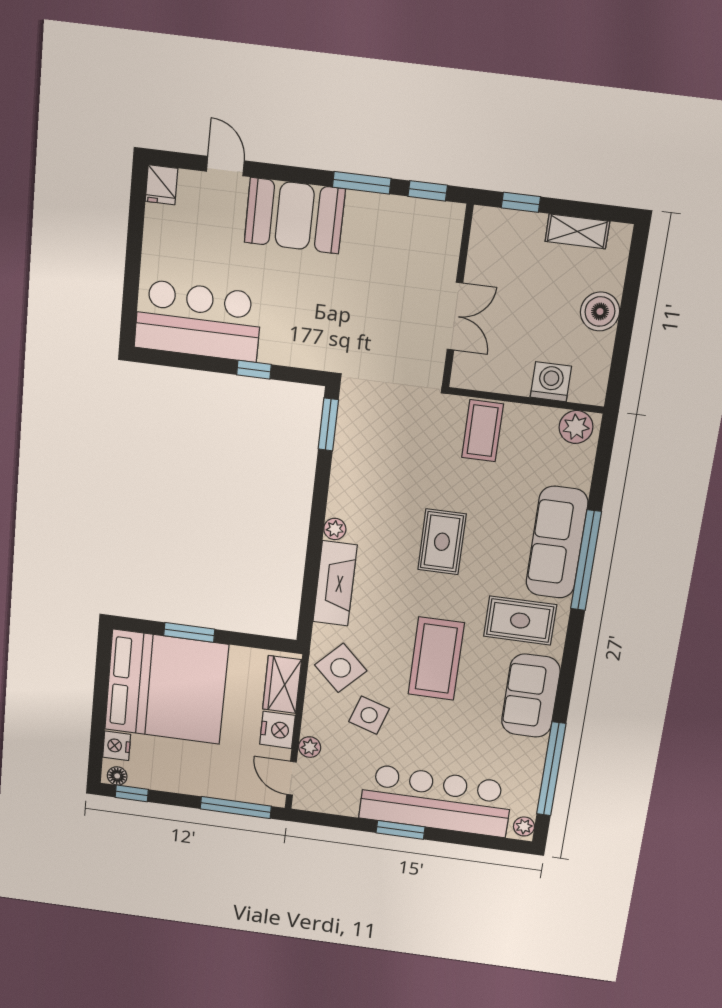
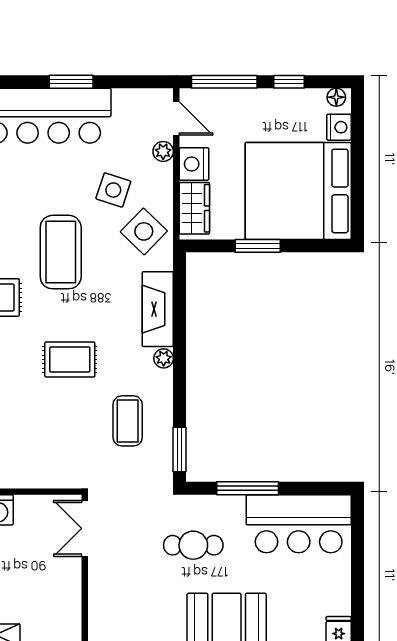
cafe table: (325, 311) -> (193, 545), added
double door: (455, 316) -> (85, 528), moved
window: (254, 370) -> (248, 488), width x2.17
coffee table: (483, 431) -> (128, 421), moved
rug: (442, 542) -> (70, 359), turned 90
window: (189, 632) -> (258, 246), moved
window: (132, 793) -> (289, 82), moved

